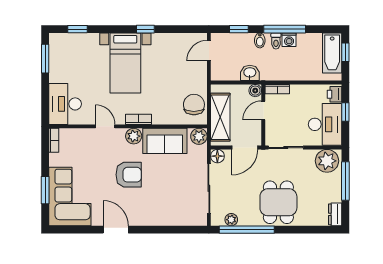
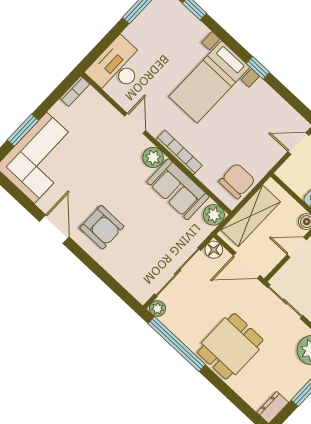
bookcase: (139, 119) -> (179, 152), width x1.56
armchair: (129, 175) -> (102, 227), moved
plant: (231, 220) -> (158, 309), moved

